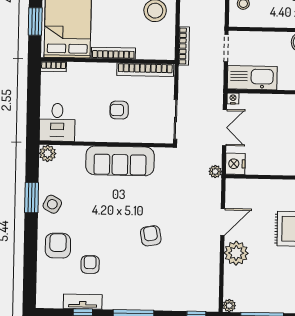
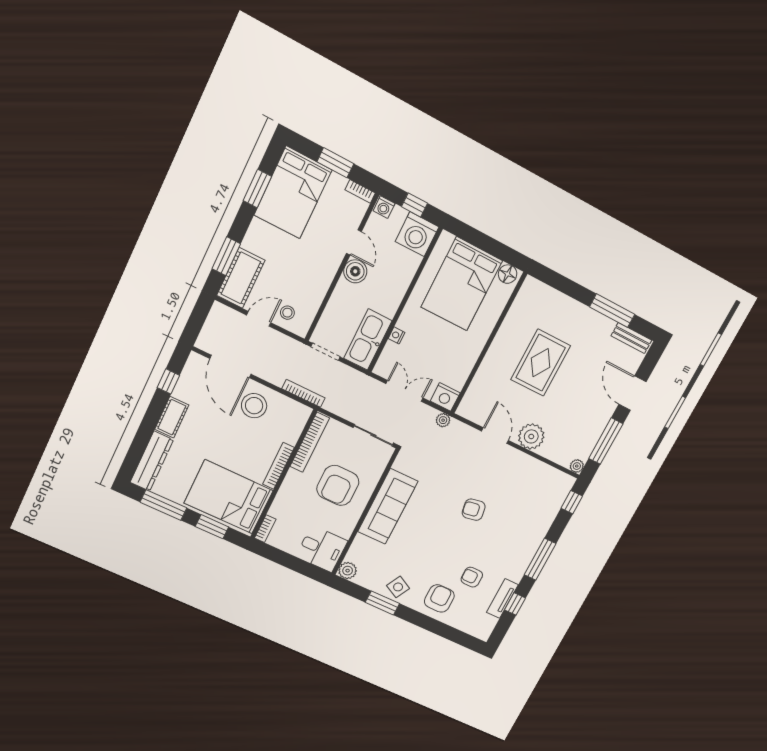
nightstand: (233, 99) -> (396, 335), moved
armchair: (119, 110) -> (338, 485), width x1.88, depth x1.88
armchair: (58, 246) -> (439, 598), turned 90

